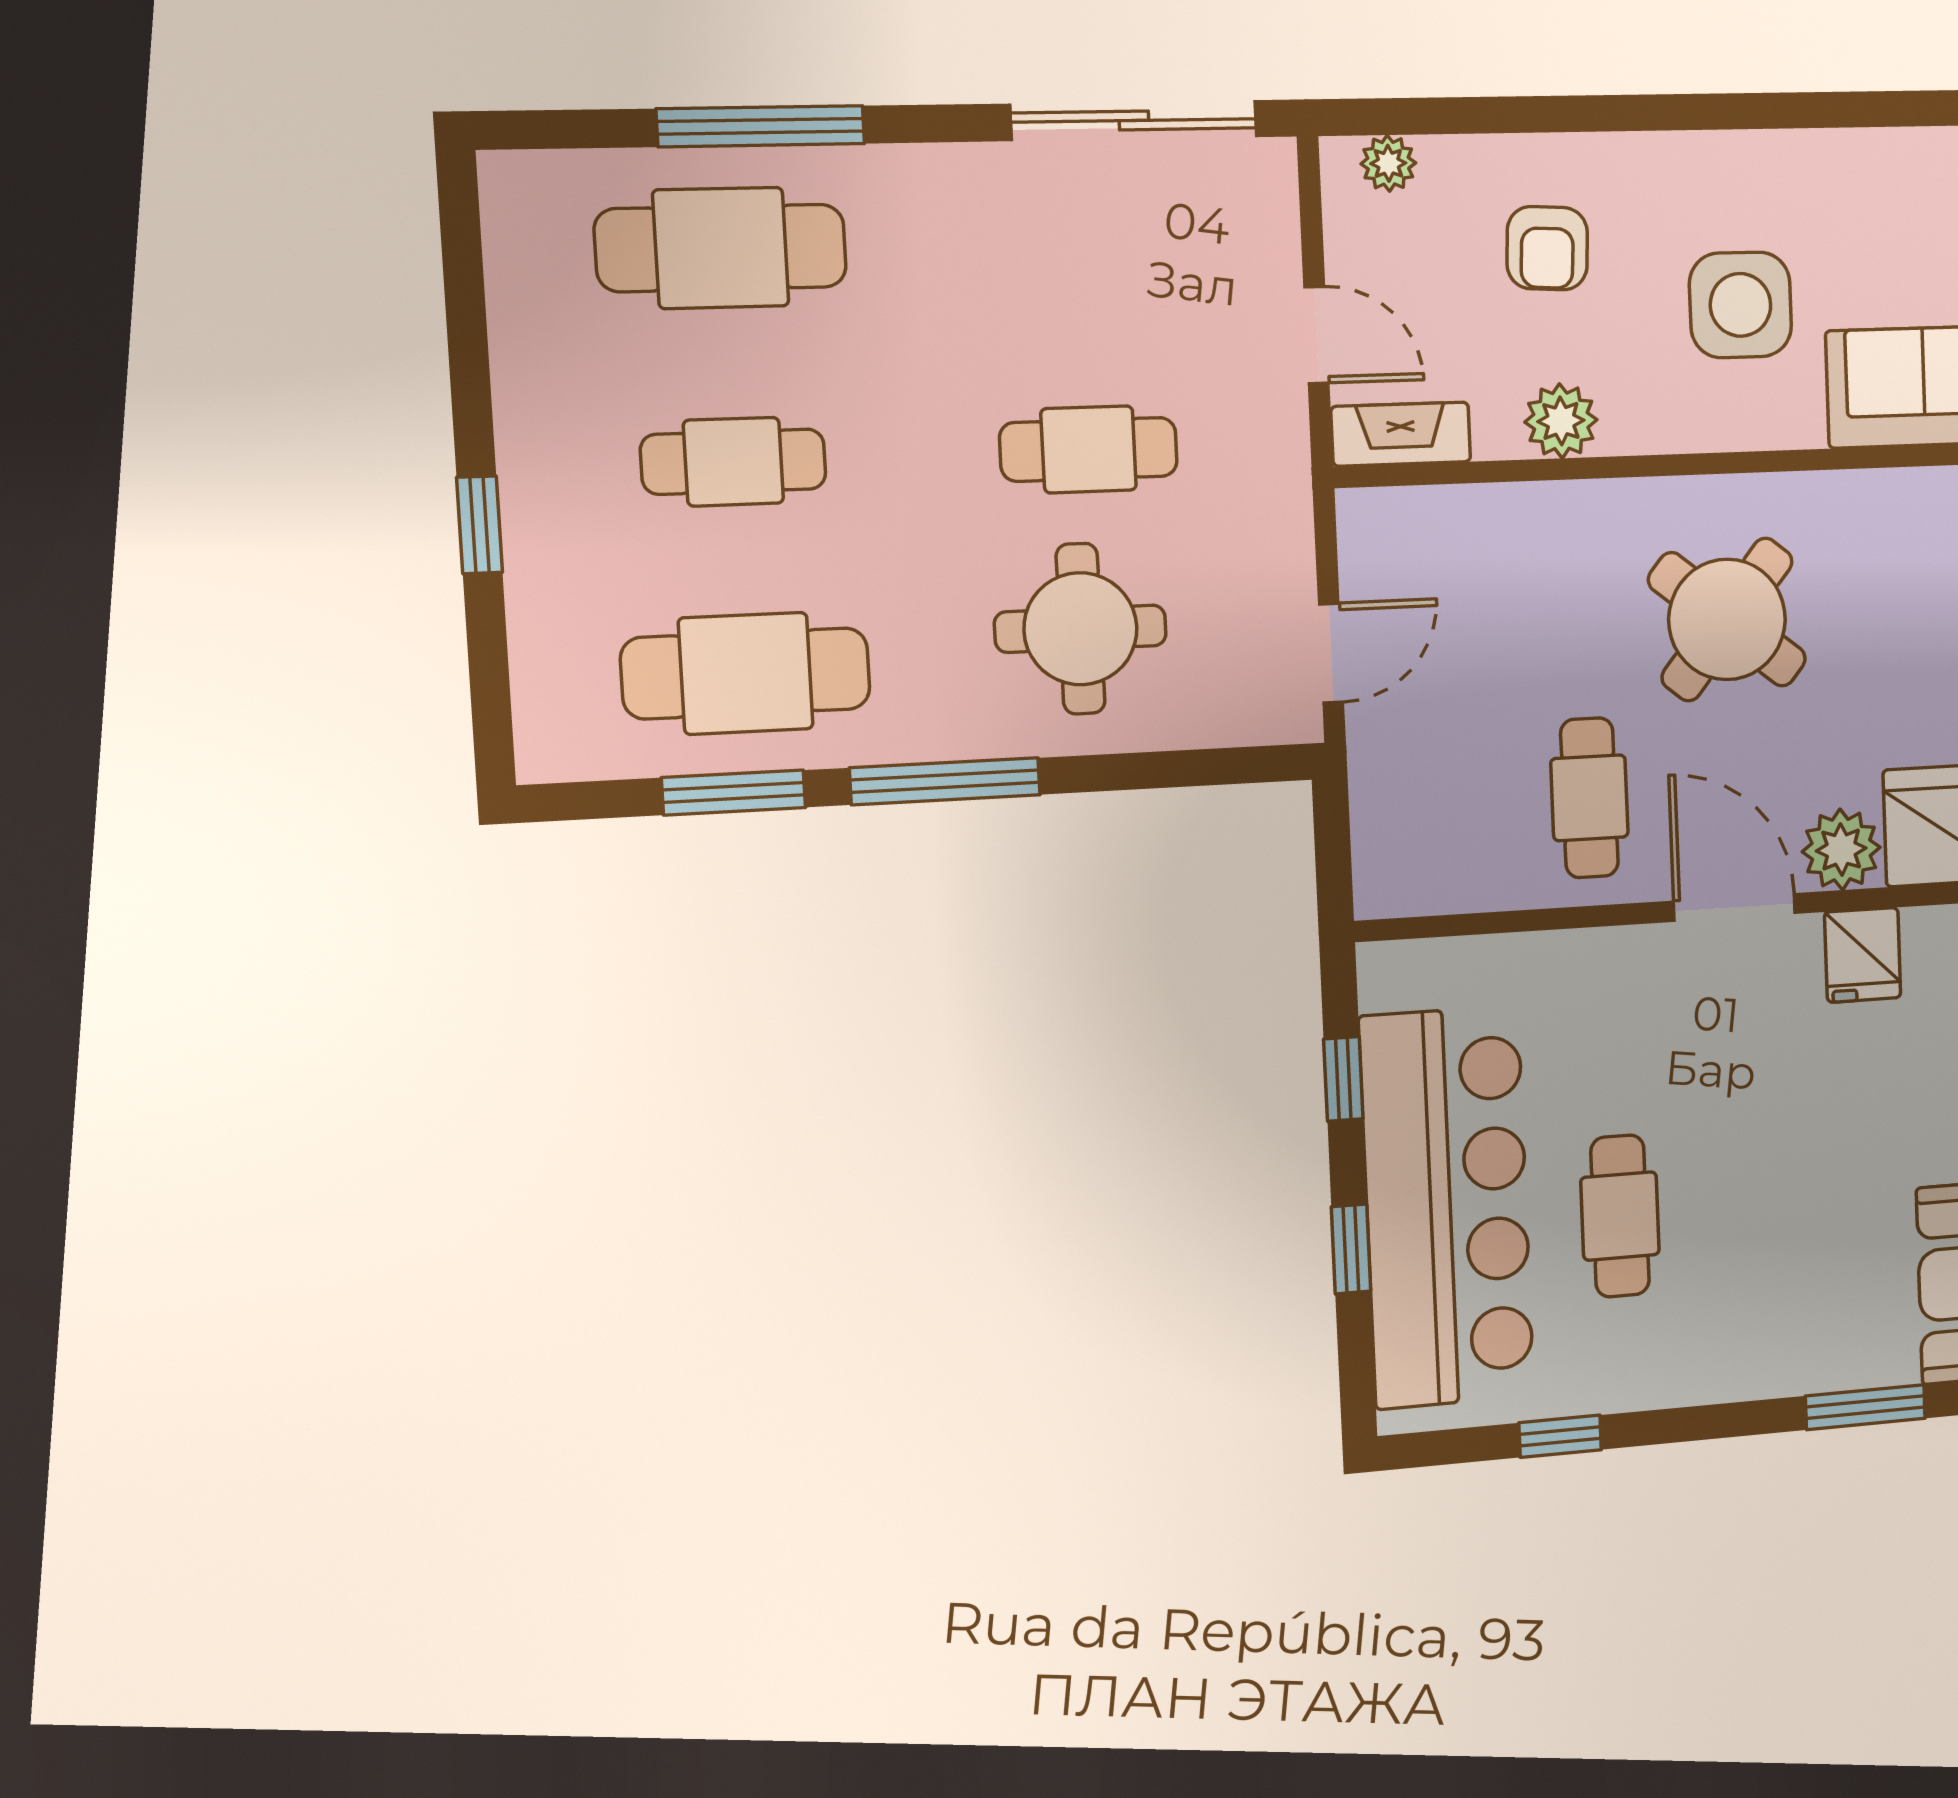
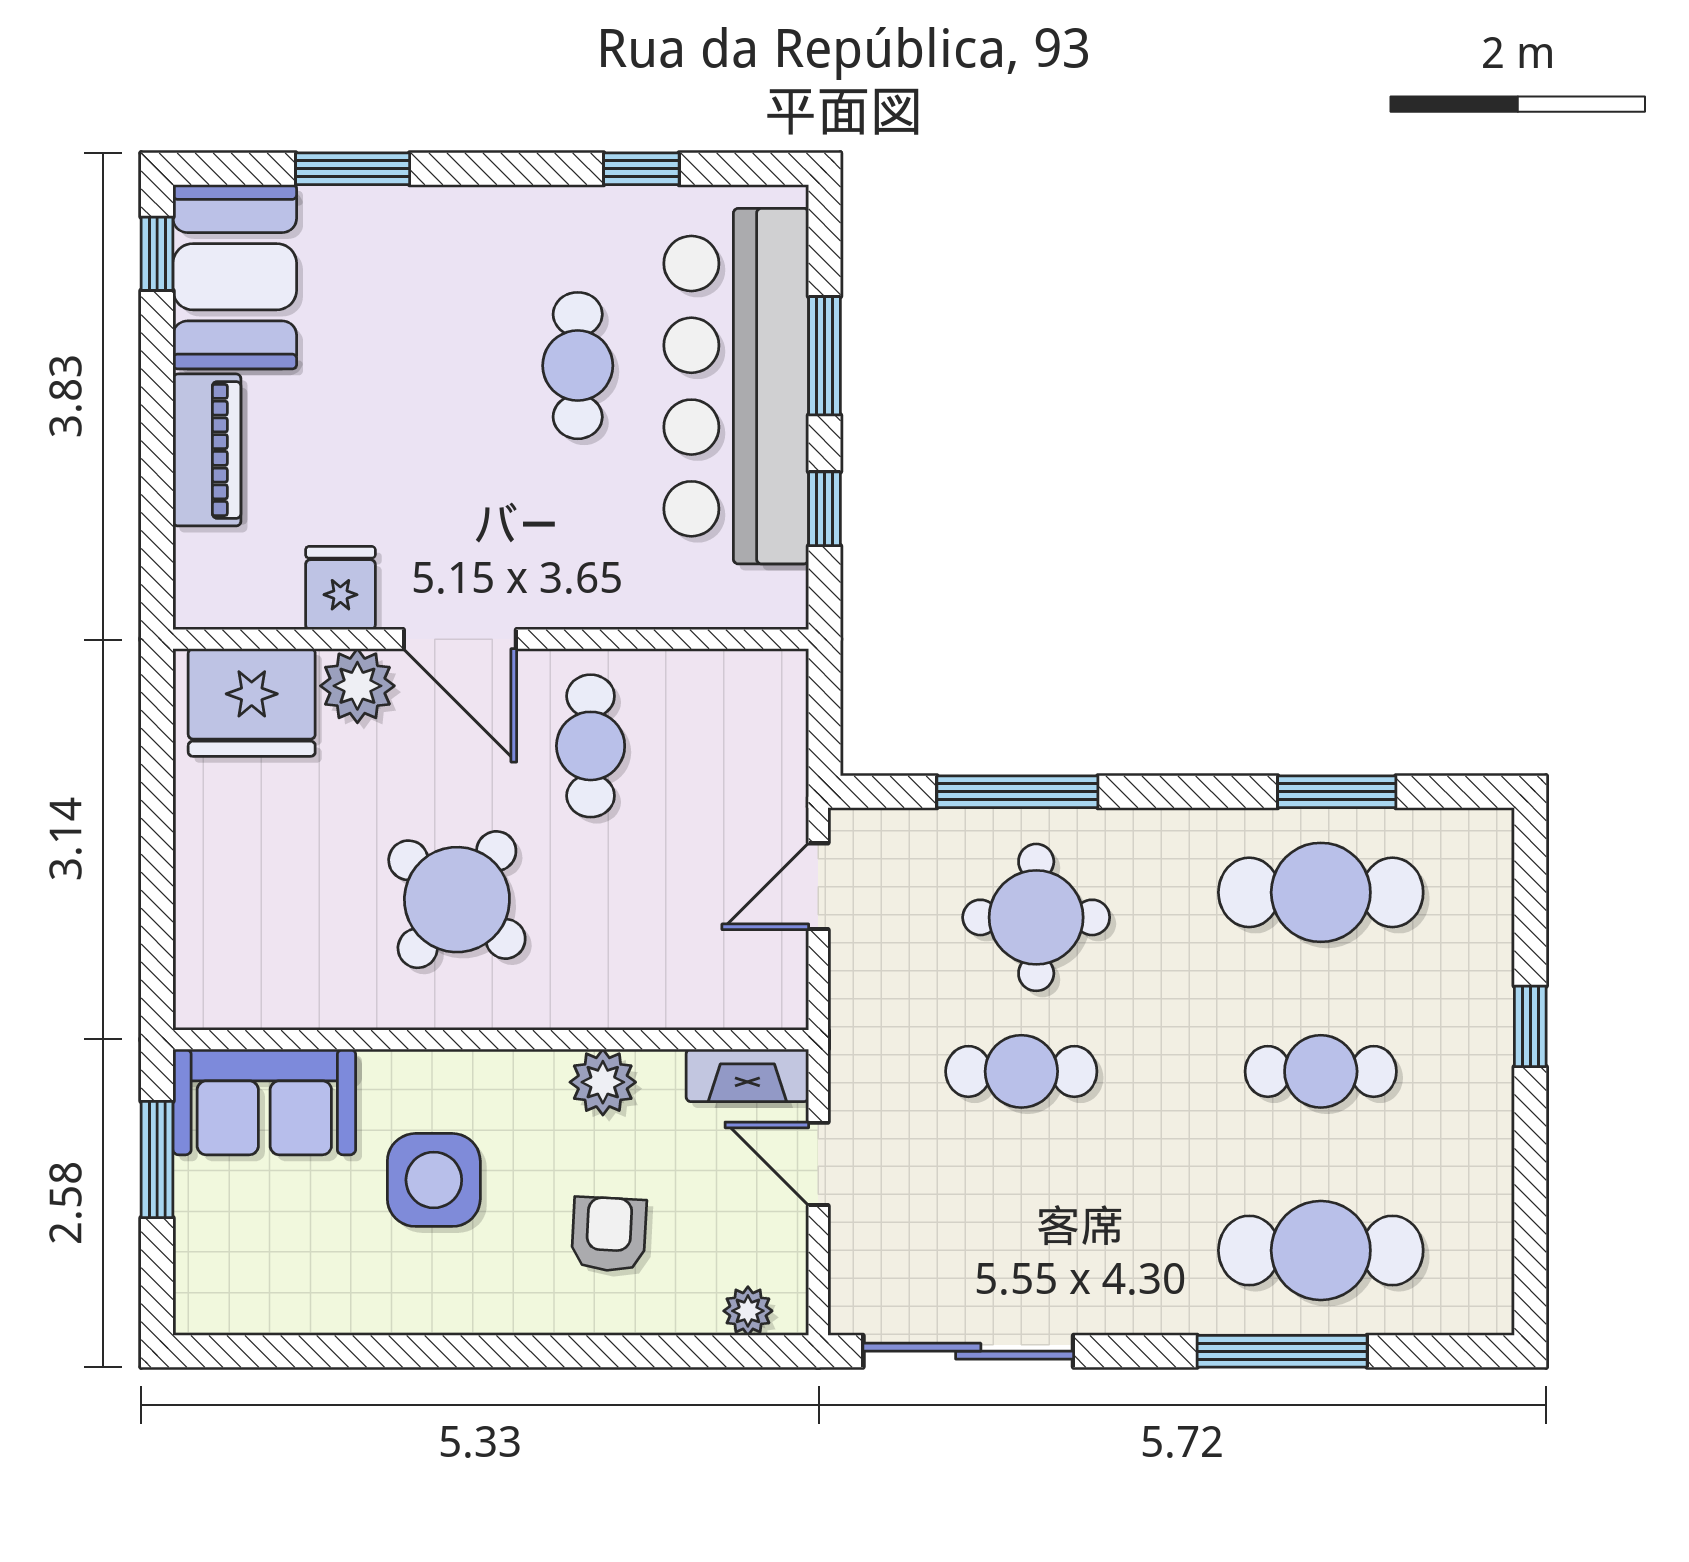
window: (945, 781) -> (1017, 792), moved
window: (1351, 1249) -> (825, 356), width x1.50

